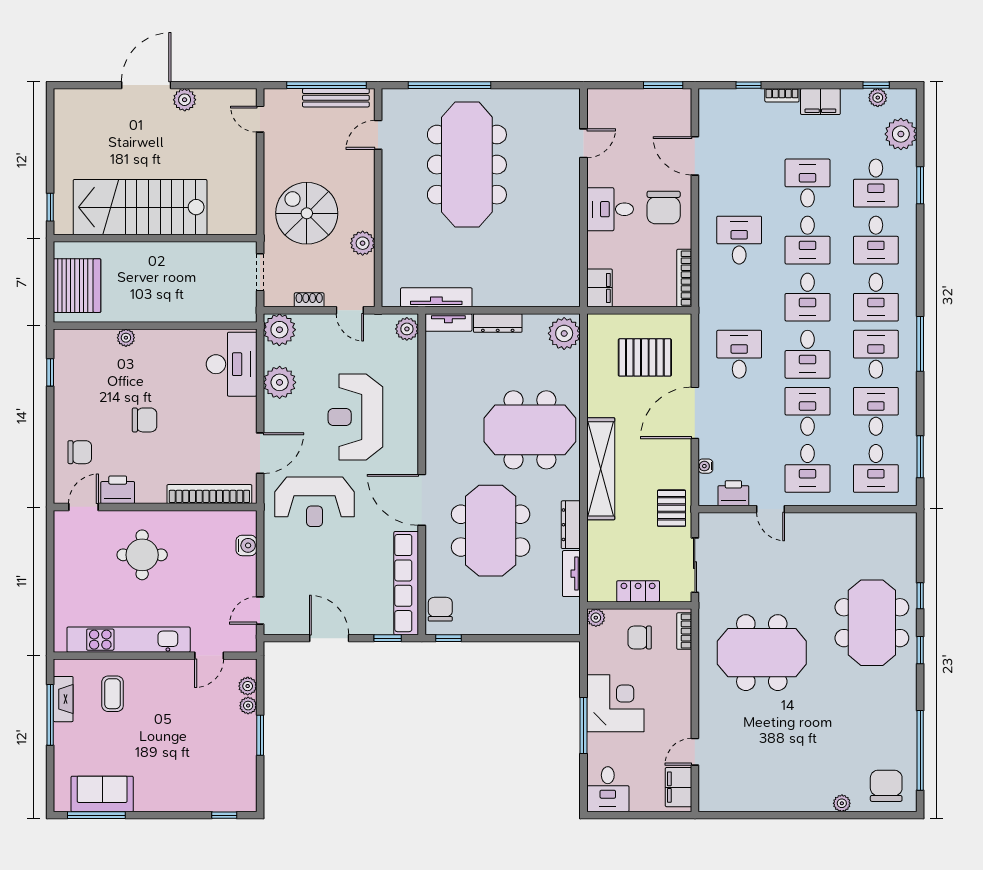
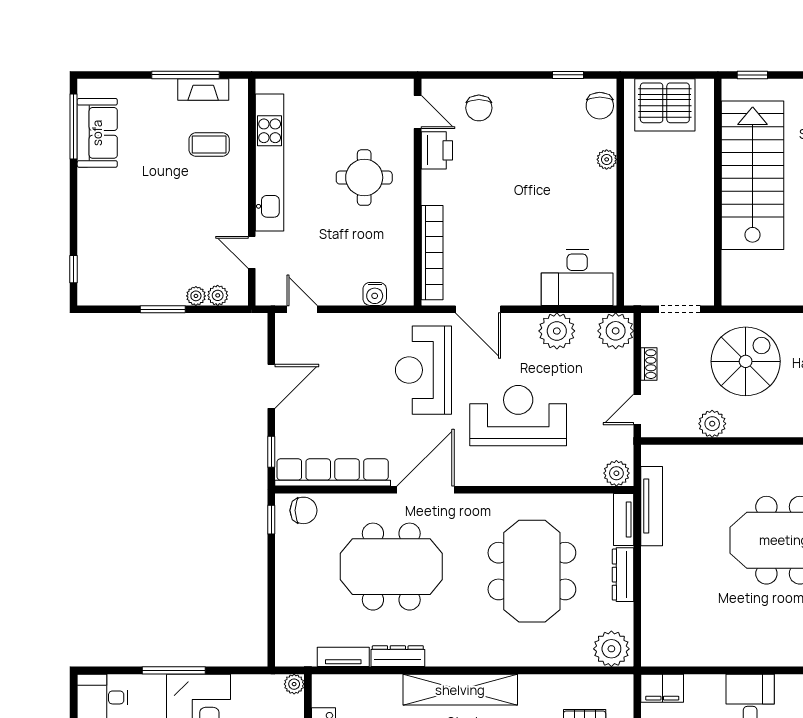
chair: (145, 420) -> (600, 106), moved
meeting table: (530, 430) -> (532, 571), moved

